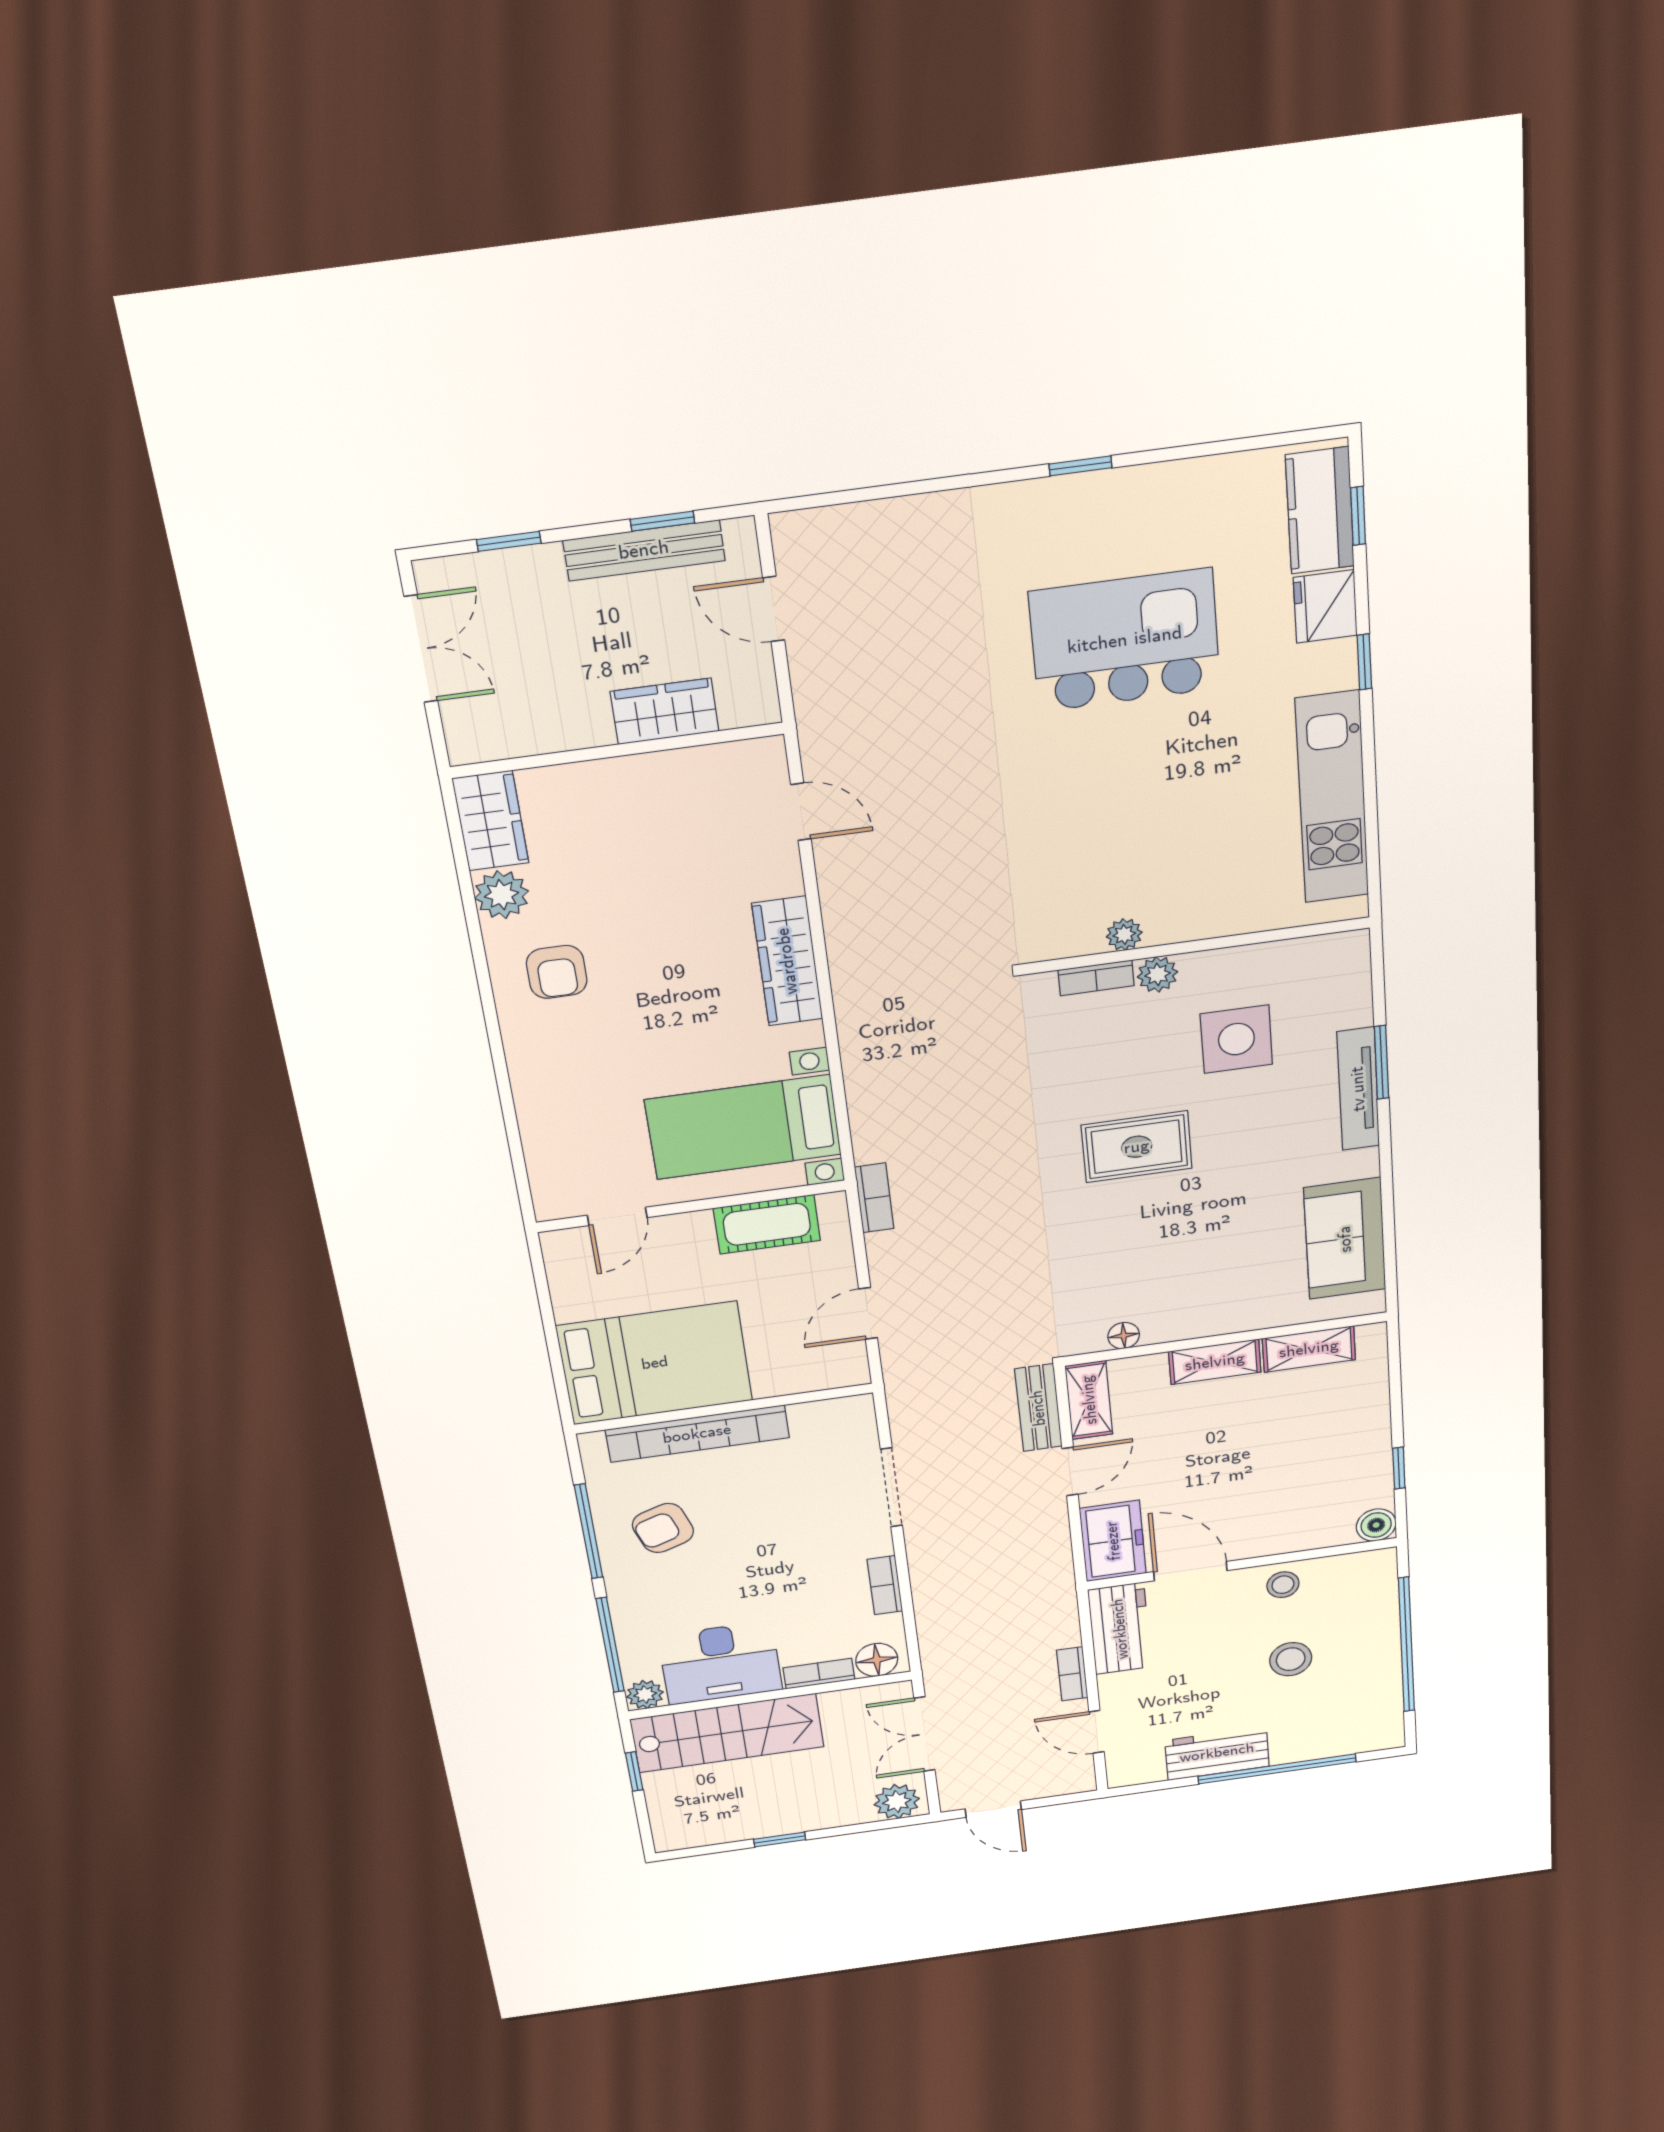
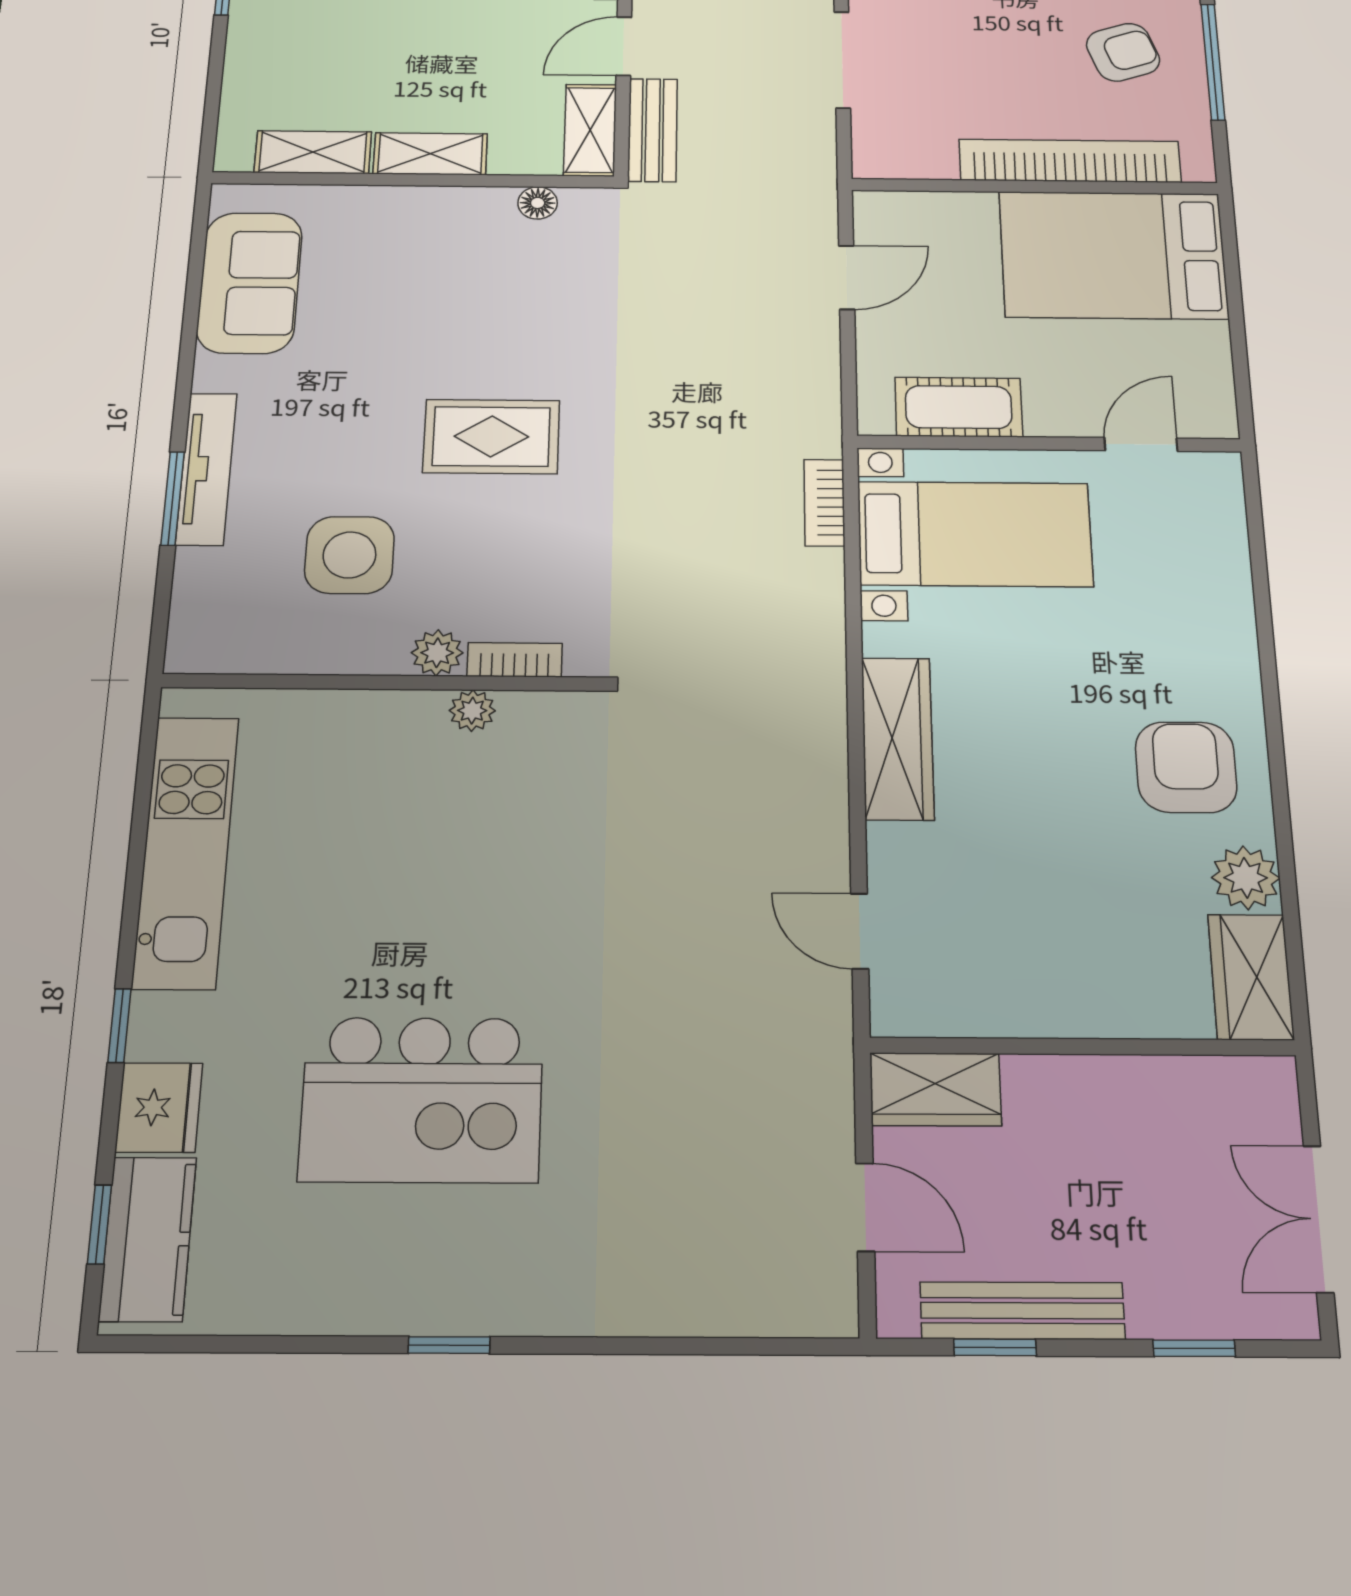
wardrobe: (665, 711) -> (935, 1089), moved
armchair: (557, 972) -> (1186, 767), width x1.38, depth x1.38
bookcase: (874, 1198) -> (824, 503), moved

